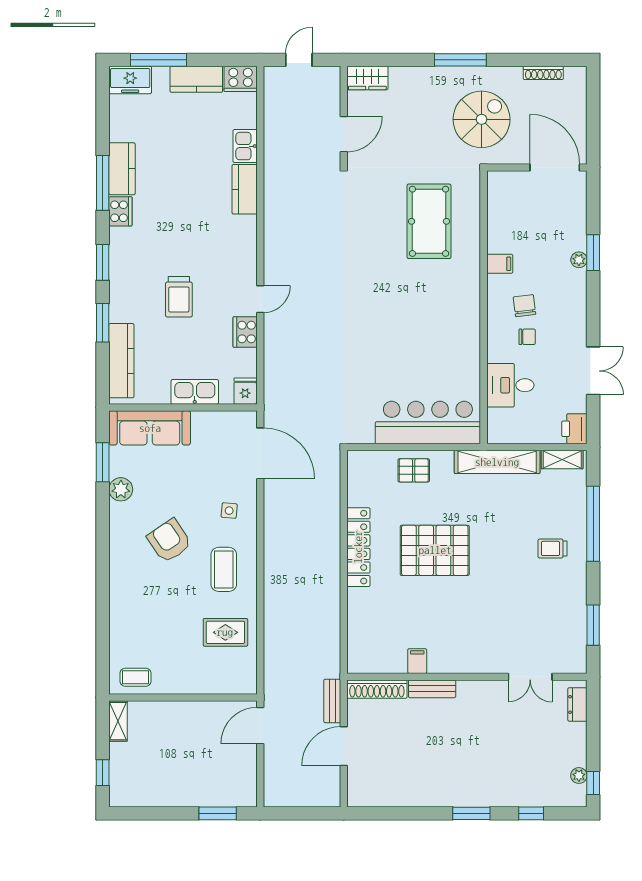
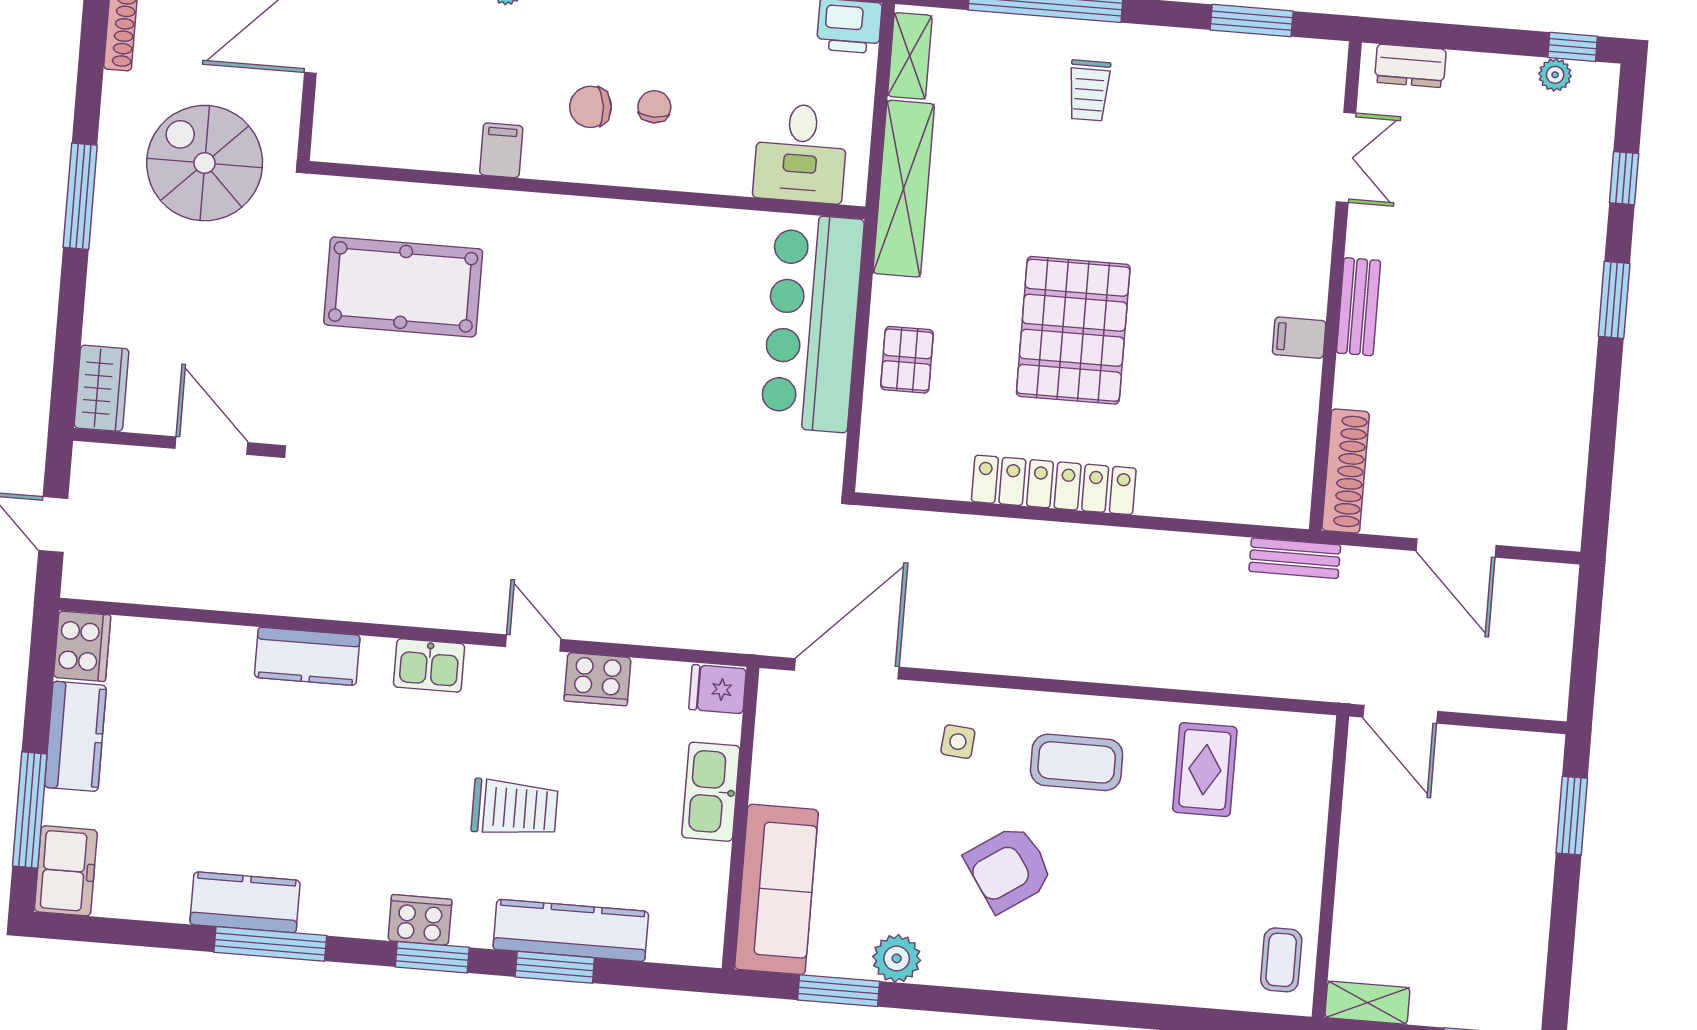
kitchen sink: (245, 146) -> (429, 665), moved
cooker: (120, 211) -> (420, 920), moved
kitchen counter: (121, 361) -> (571, 930), moved
desk: (510, 385) -> (801, 153), moved
filing cabinet: (417, 661) -> (1299, 338), moved
bench: (432, 689) -> (1358, 307), moved
bench: (332, 701) -> (1295, 558), moved

